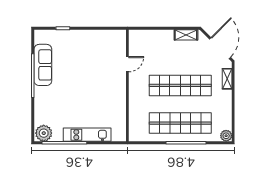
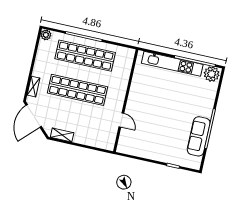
door: (127, 64) -> (121, 120), swing flipped
kitchen unit: (87, 135) -> (172, 64), width x1.36

